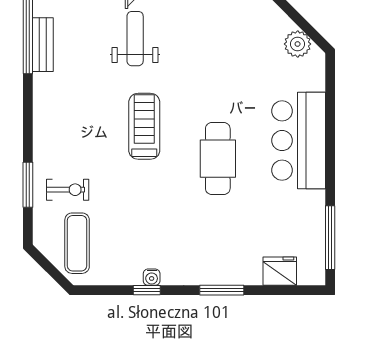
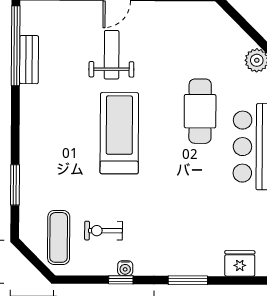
treadmill: (144, 126) -> (119, 133), width x1.37, depth x1.38
cafe table: (218, 159) -> (200, 111), moved
exercise bike: (68, 190) -> (104, 231), moved, turned 180

